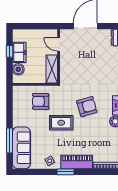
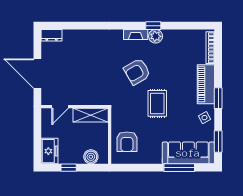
freezer: (19, 52) -> (49, 151), moved, turned 90
armchair: (41, 101) -> (127, 142), moved
armchair: (87, 107) -> (137, 72), turned -104
window: (31, 172) -> (218, 141), added

